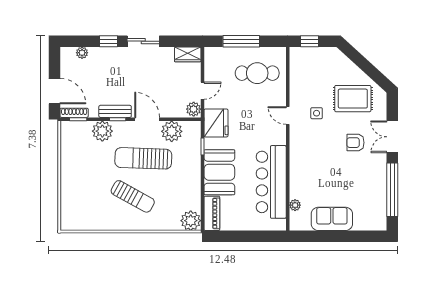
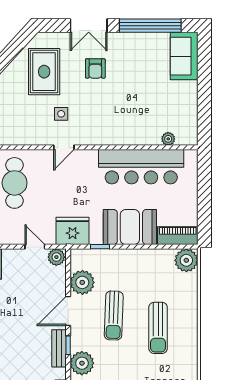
sun lounger: (143, 158) -> (114, 316), width x0.73, depth x0.75
sun lounger: (133, 196) -> (158, 328), turned 151
sofa: (332, 219) -> (184, 56), moved

